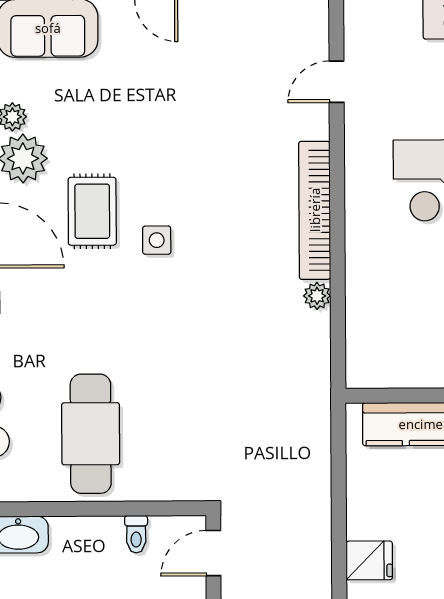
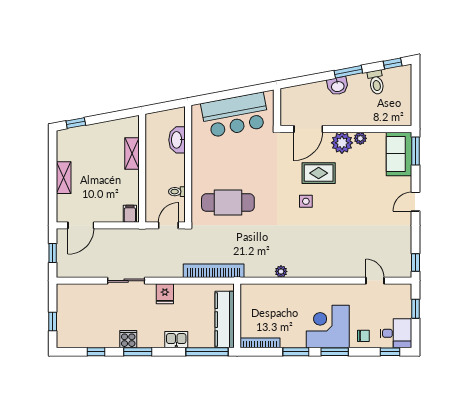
bookcase: (315, 210) -> (214, 271), moved
cafe table: (91, 434) -> (228, 203), moved
door: (213, 553) -> (168, 225), hinge flipped

